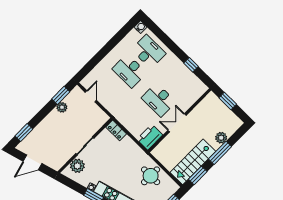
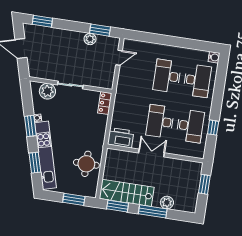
desk: (178, 81) -> (190, 126), added

